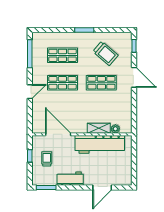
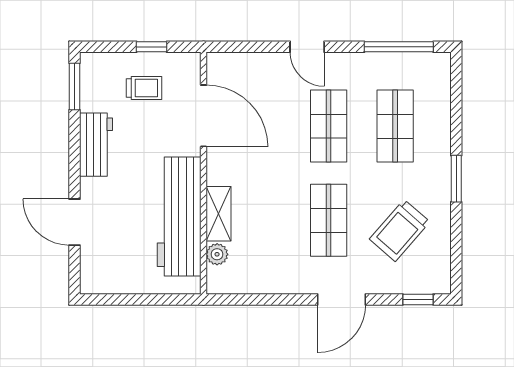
door: (58, 134) -> (203, 116), hinge flipped

